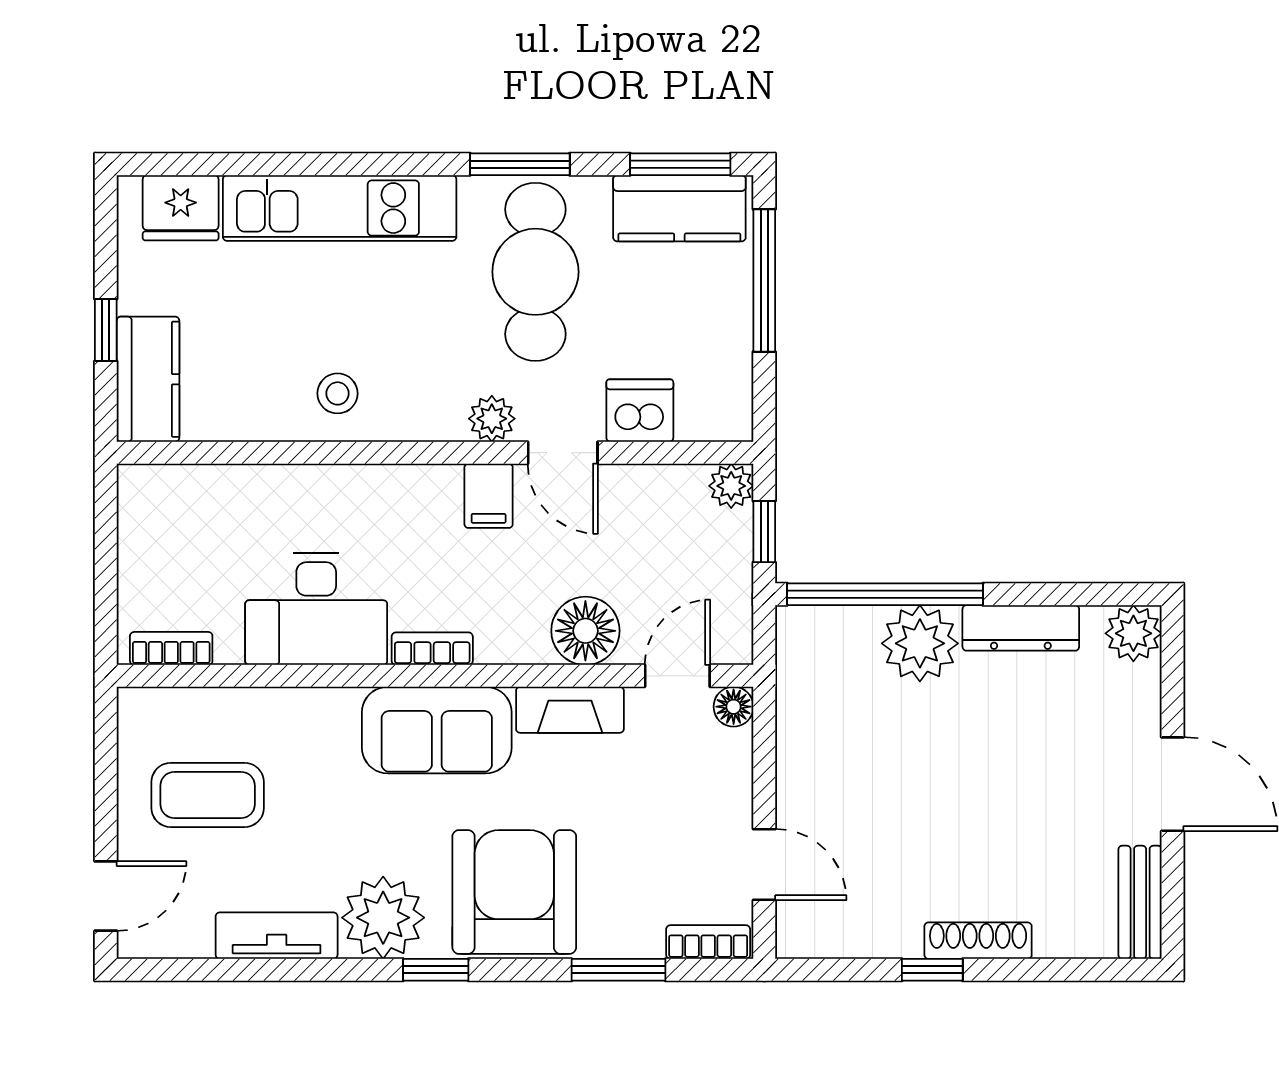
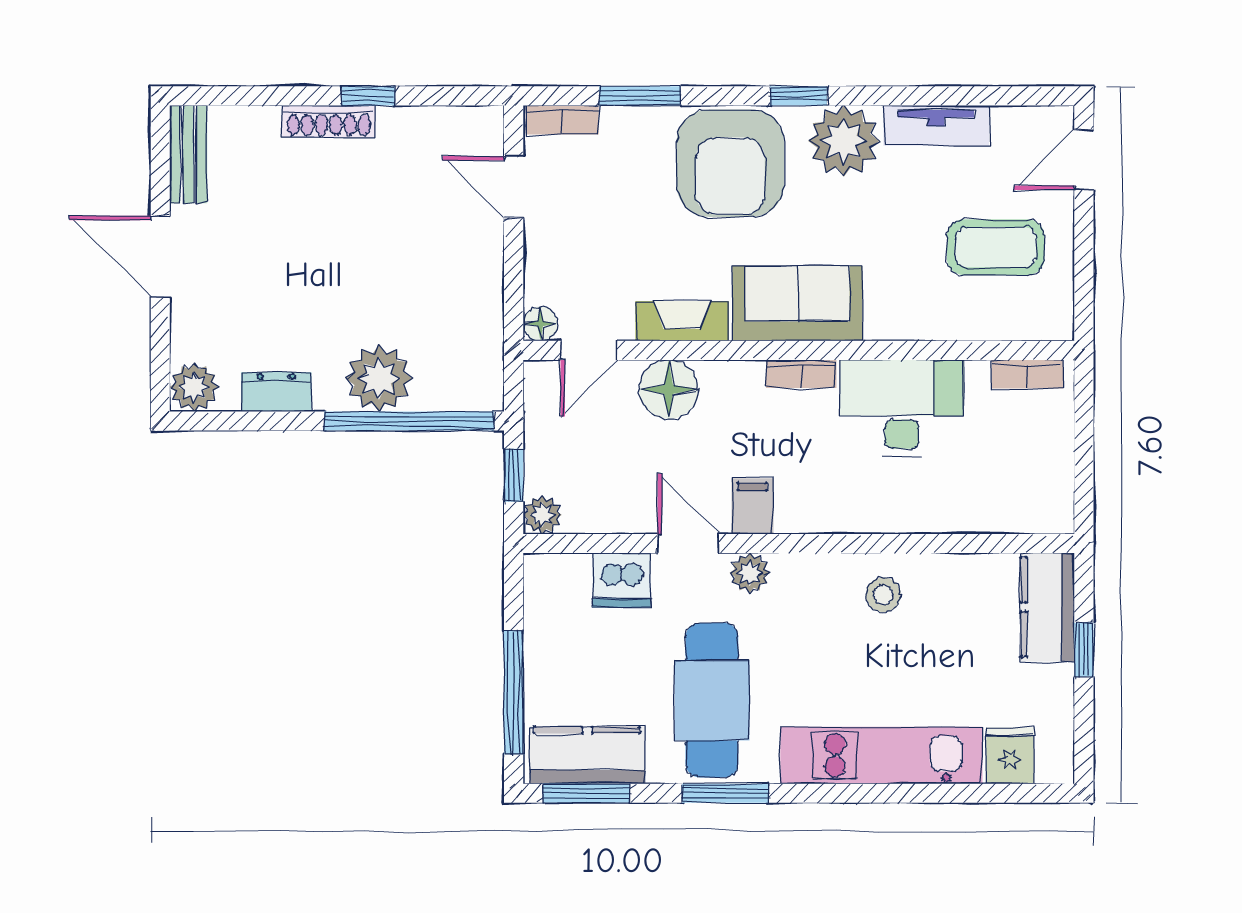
fridge: (181, 208) -> (1010, 756), width x0.72
dresser: (1021, 628) -> (276, 392), width x0.70

